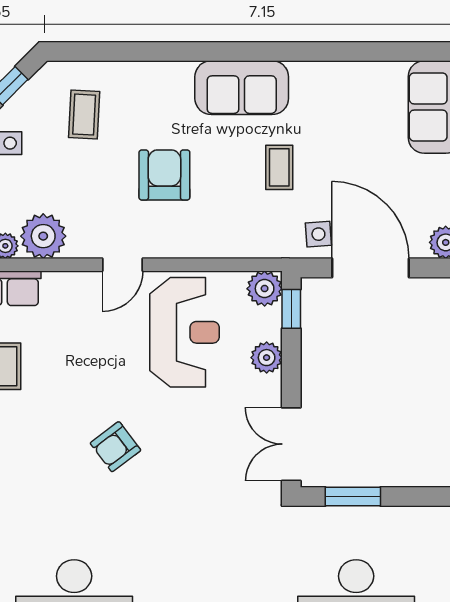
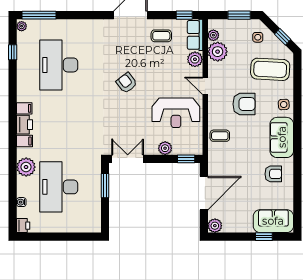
armchair: (326, 107) -> (273, 174), added
coffee table: (84, 115) -> (270, 69), width x1.86, depth x1.72
coffee table: (279, 167) -> (220, 136), moved
side table: (318, 234) -> (284, 104), moved
plant: (265, 289) -> (195, 59), moved

